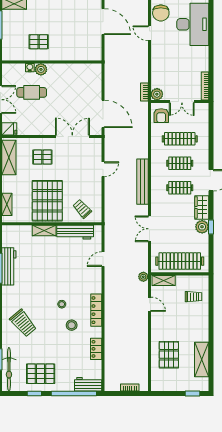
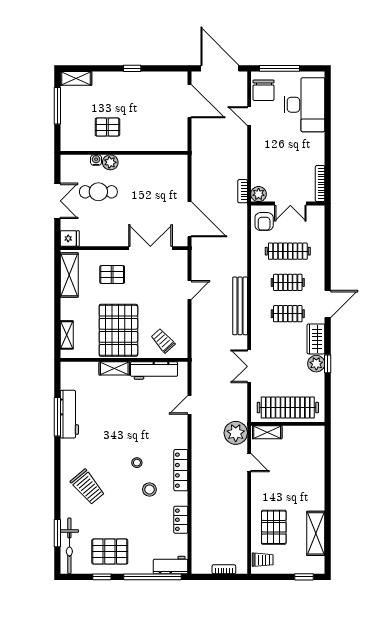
plant: (143, 277) -> (236, 433), width x1.88, depth x1.88
trolley: (194, 297) -> (263, 560), moved

